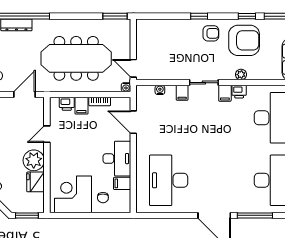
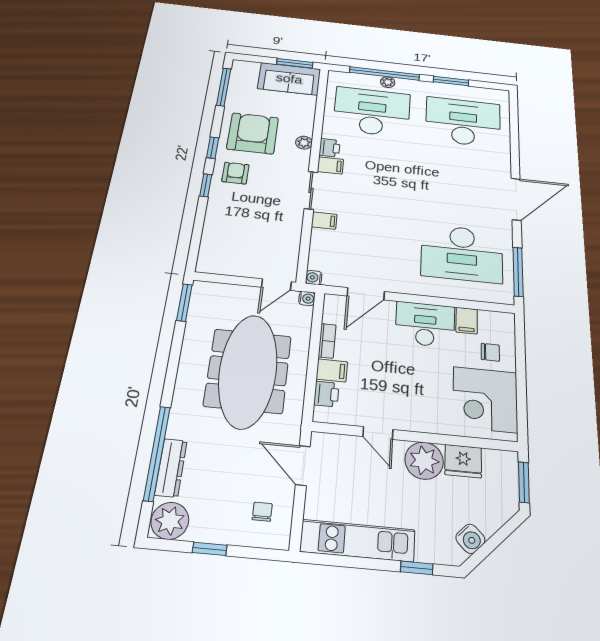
window: (247, 16) -> (213, 148), moved
water cooler: (160, 90) -> (314, 277), moved
window: (255, 215) -> (518, 272), moved

